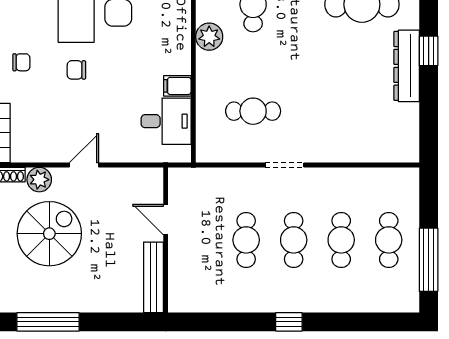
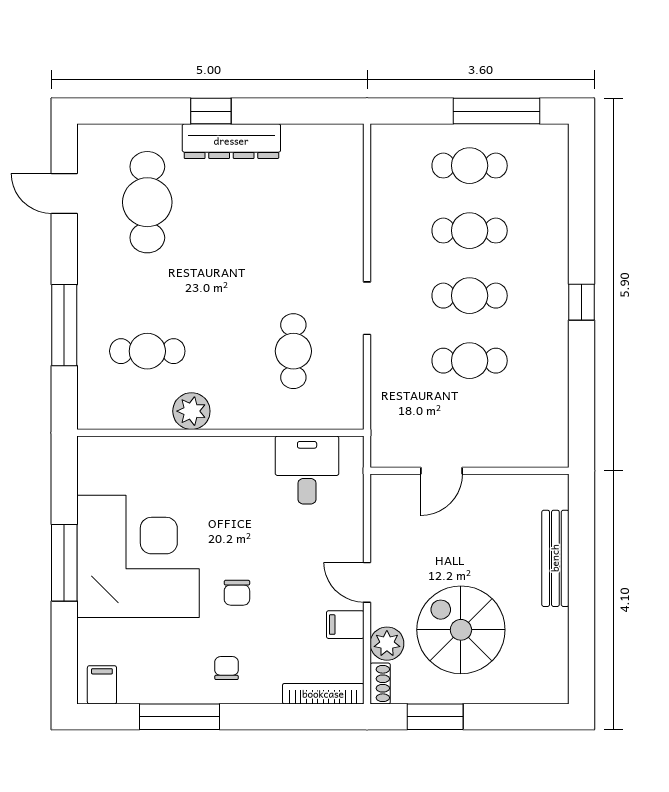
filing cabinet: (177, 86) -> (345, 625), moved, turned 90
bench: (153, 277) -> (555, 558), moved, turned 90
window: (48, 322) -> (582, 632), removed

